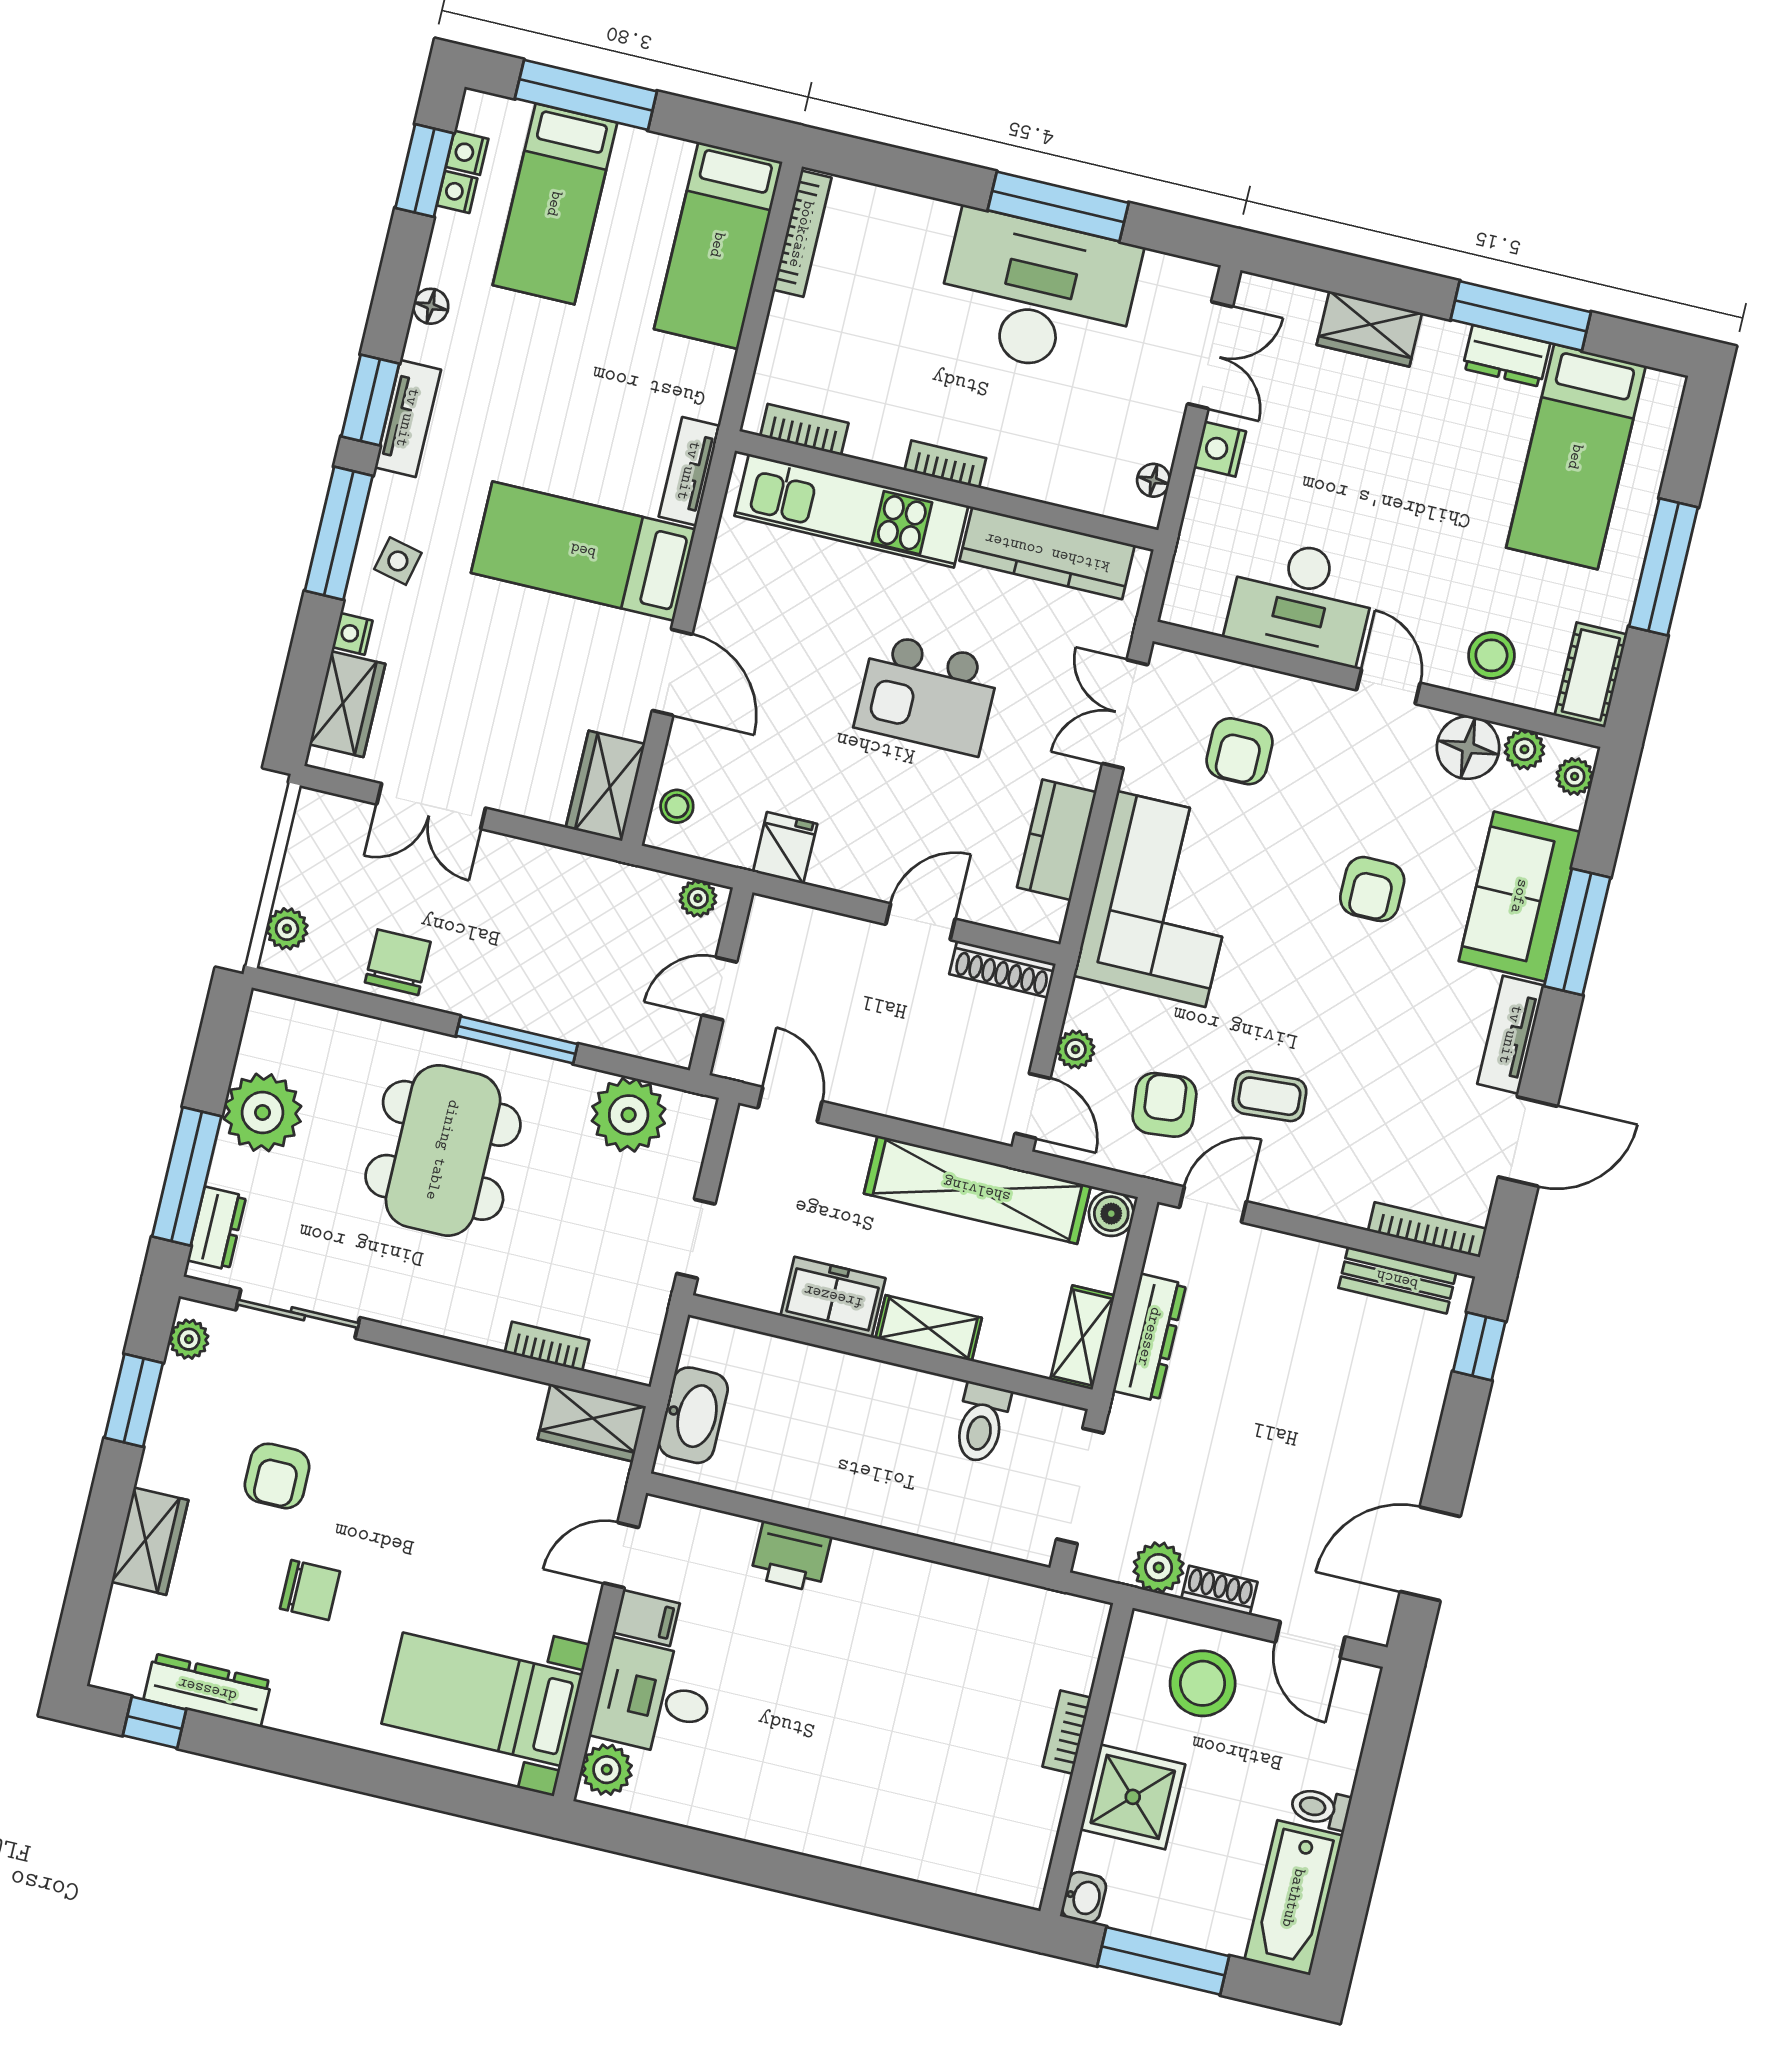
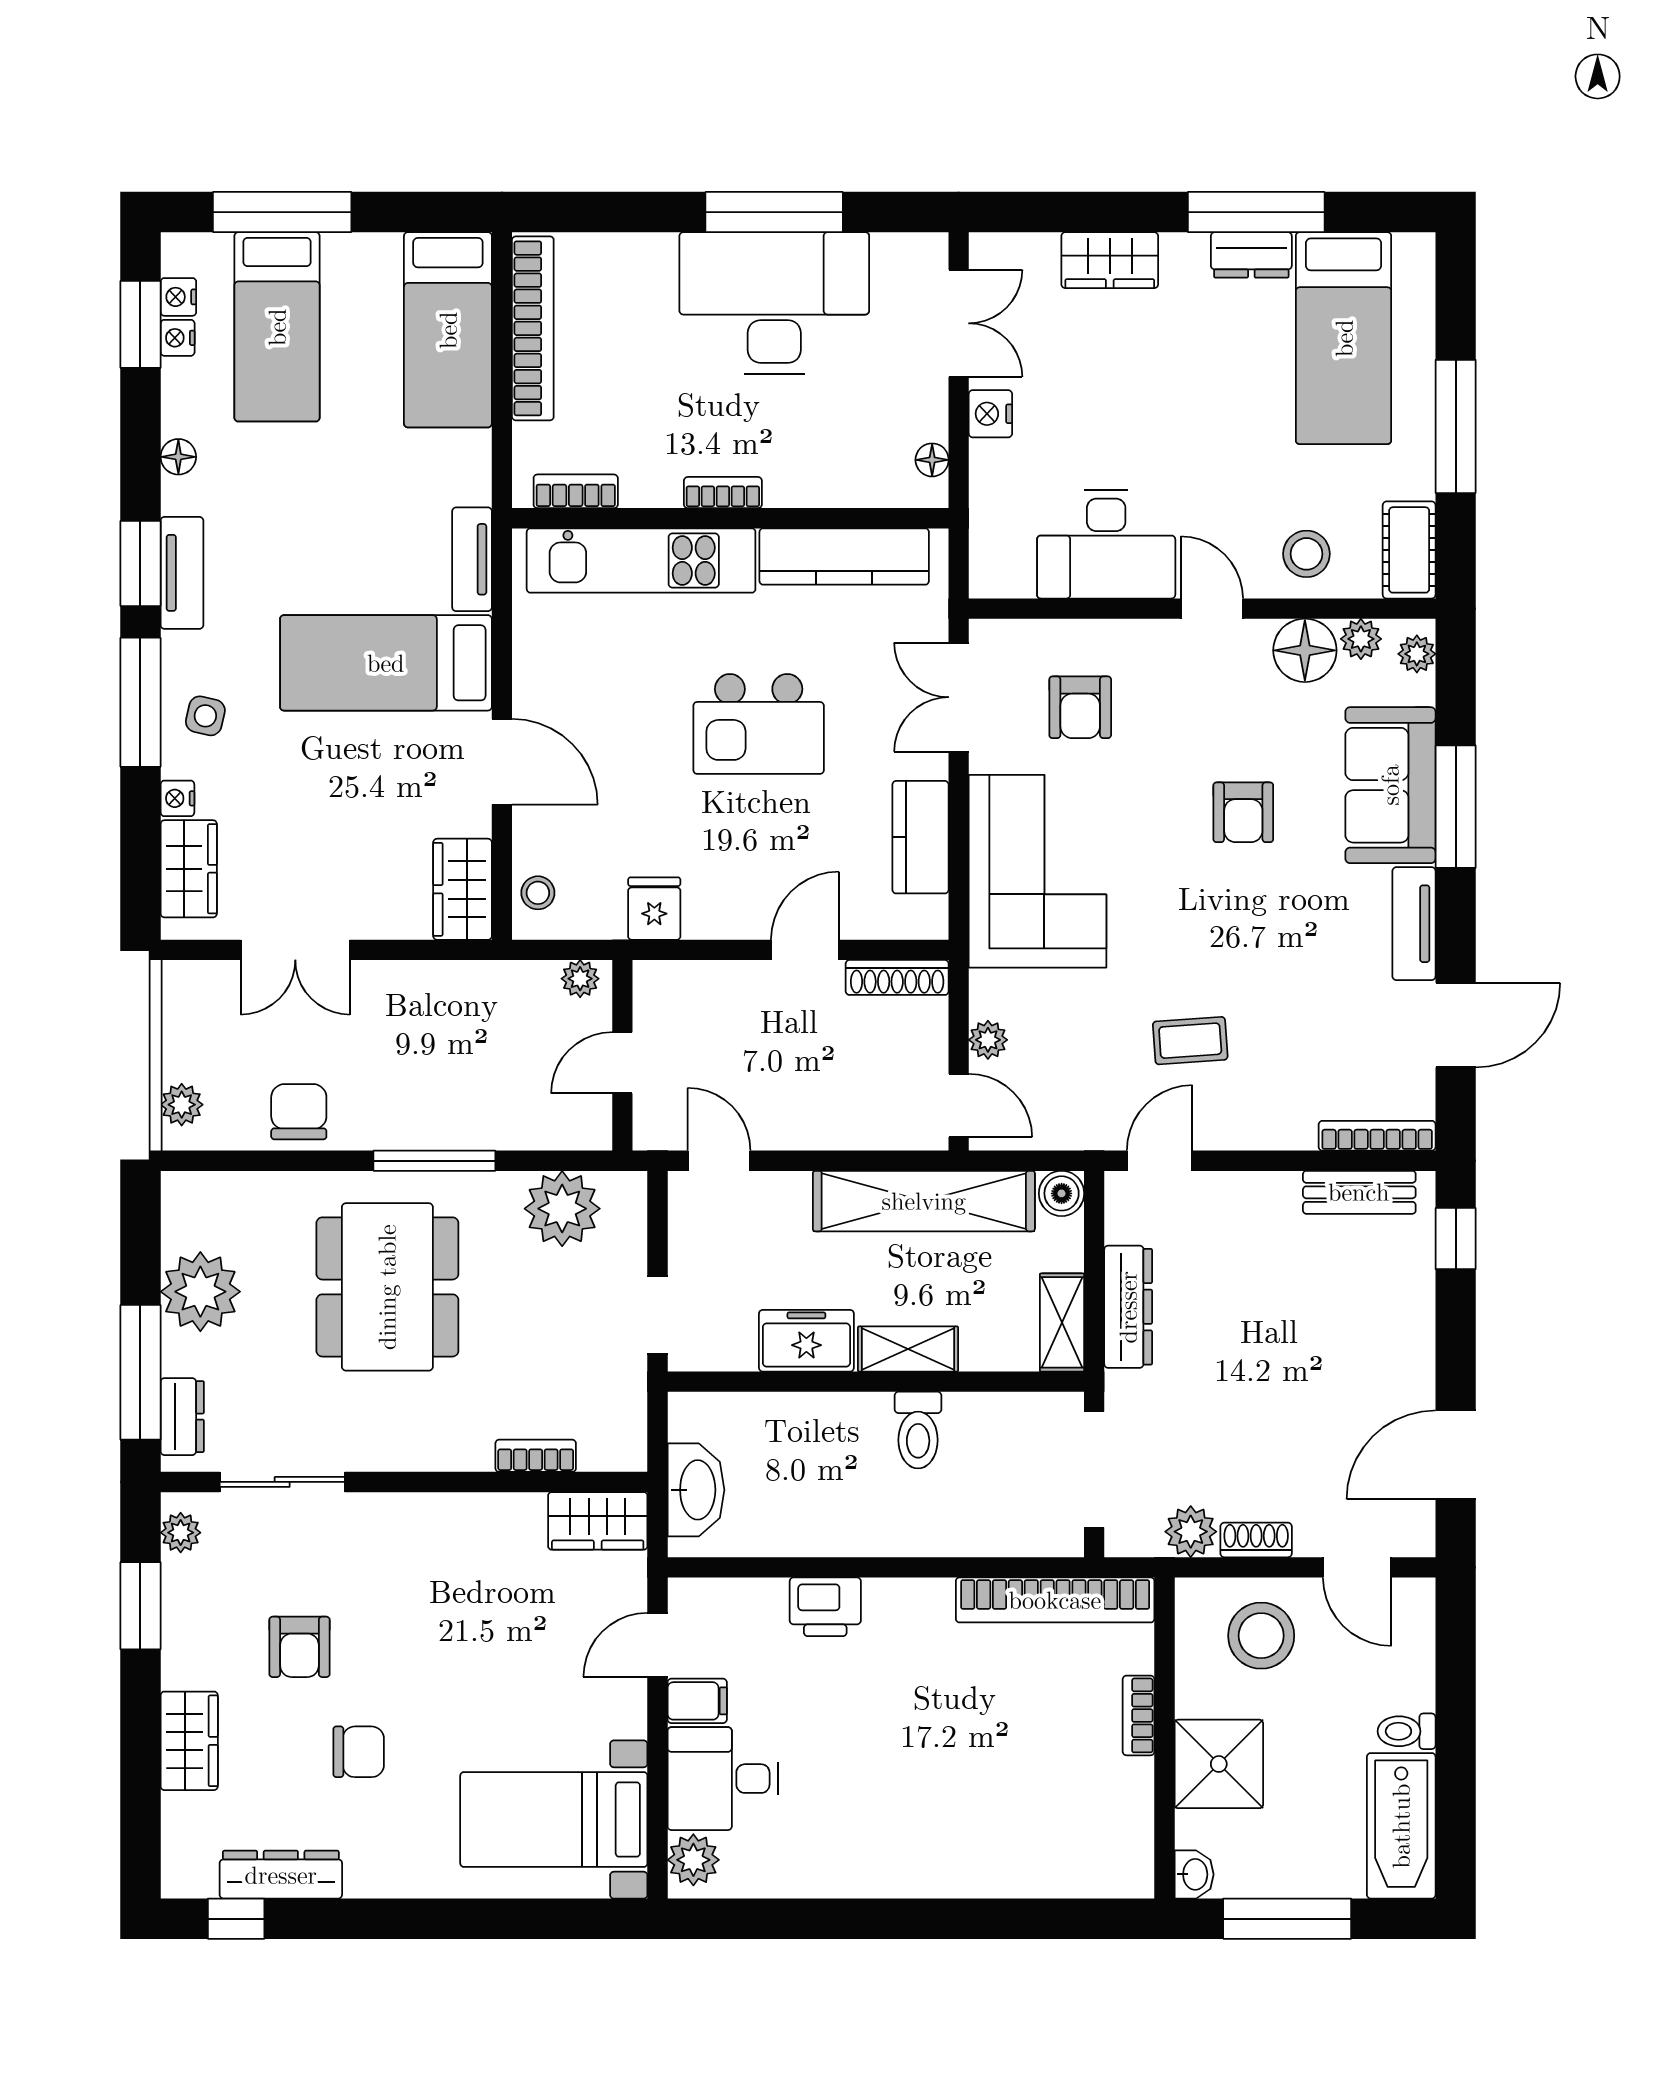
bookcase: (802, 234) -> (533, 328), width x1.48, depth x1.31
armchair: (1164, 1105) -> (1089, 1074), removed
toilet: (981, 1423) -> (918, 1430), moved
bookcase: (1013, 1602) -> (1055, 1600), added

